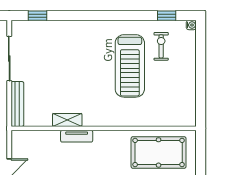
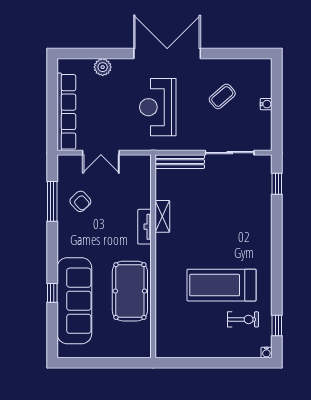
pool table: (159, 152) -> (130, 291), moved

